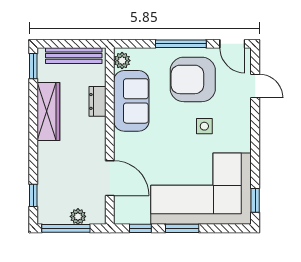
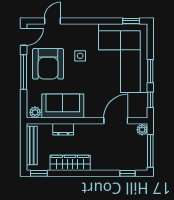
plant: (78, 216) -> (142, 130), moved

